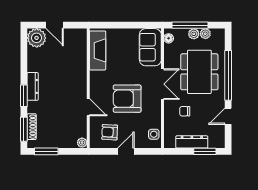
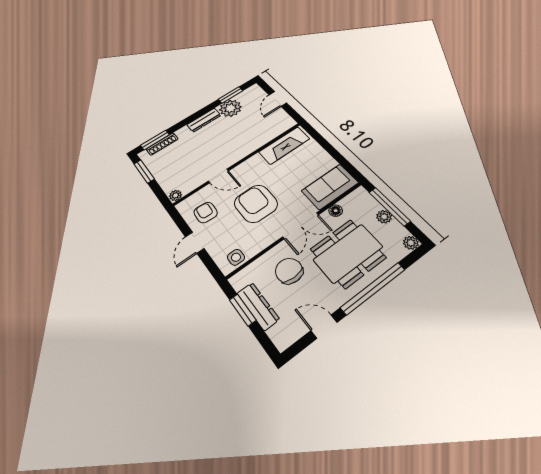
plant: (205, 34) -> (411, 243), moved
plant: (37, 38) -> (230, 108), moved
floor lamp: (169, 38) -> (336, 211), moved
window: (24, 96) -> (231, 95), moved
door: (88, 107) -> (218, 176), hinge flipped
chair: (185, 111) -> (289, 271), width x1.87, depth x1.87
door: (126, 151) -> (195, 243), swing flipped
window: (205, 151) -> (243, 310), moved

